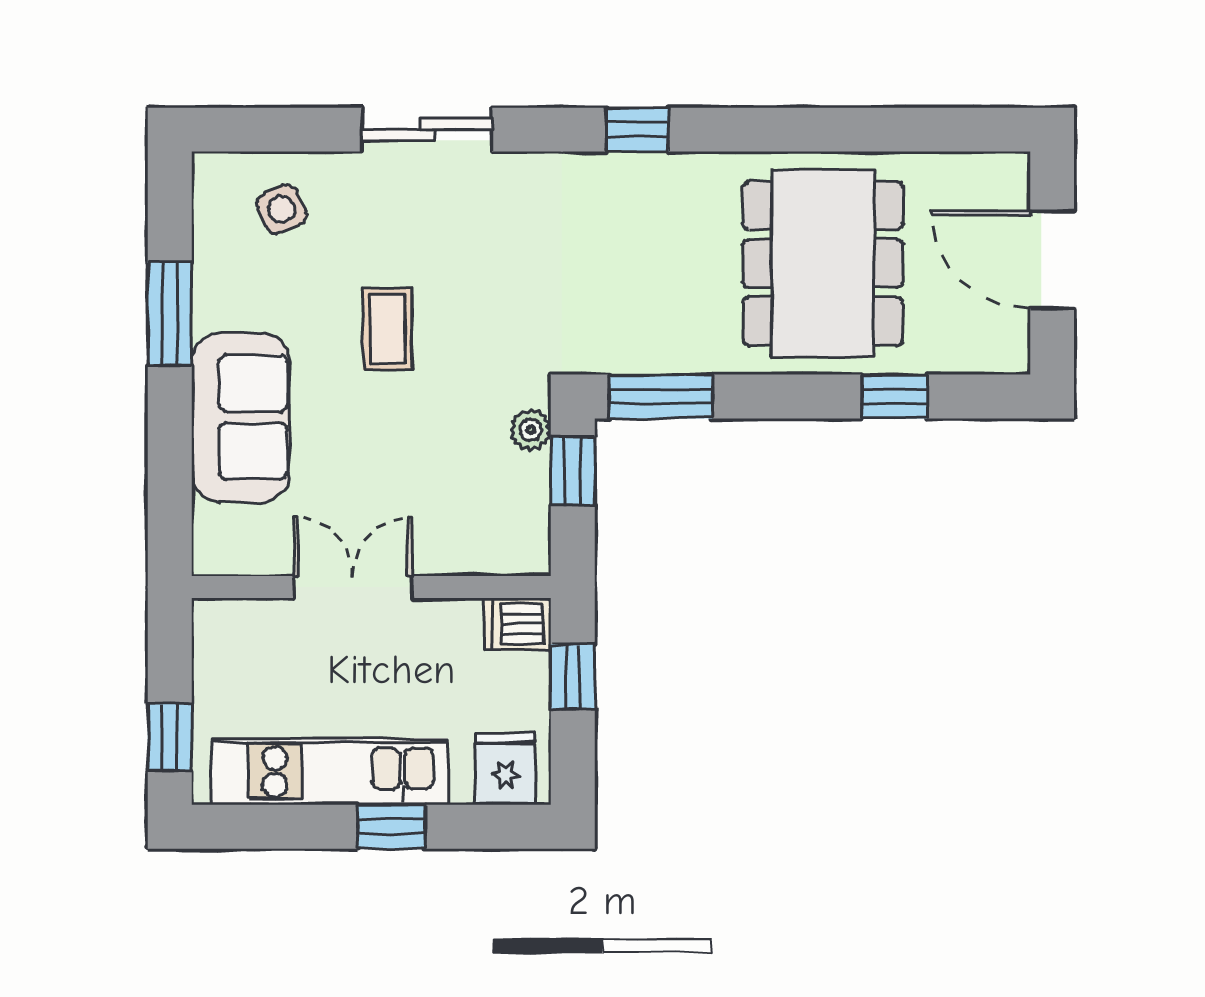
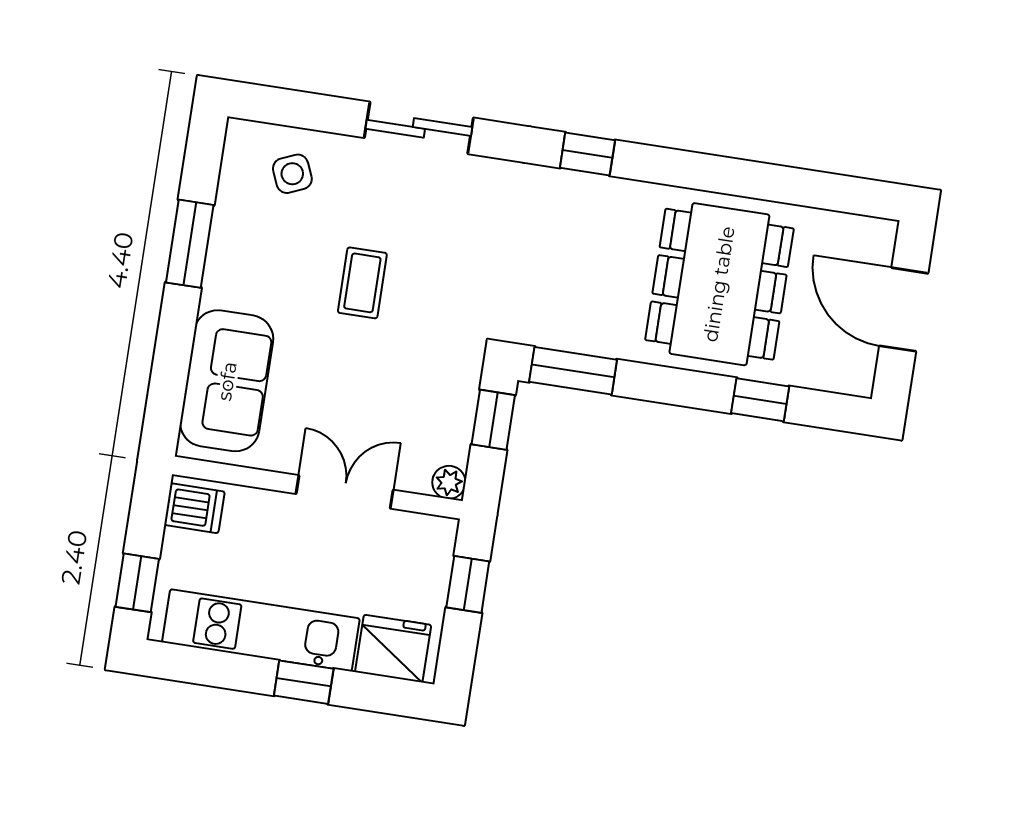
sofa: (241, 417) -> (227, 381), moved
plant: (531, 430) -> (449, 482), moved
double door: (353, 587) -> (345, 492), moved
dishwasher: (517, 624) -> (194, 508), moved, turned 180
fridge: (506, 769) -> (393, 649), width x1.38

